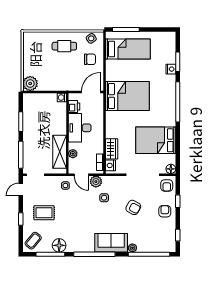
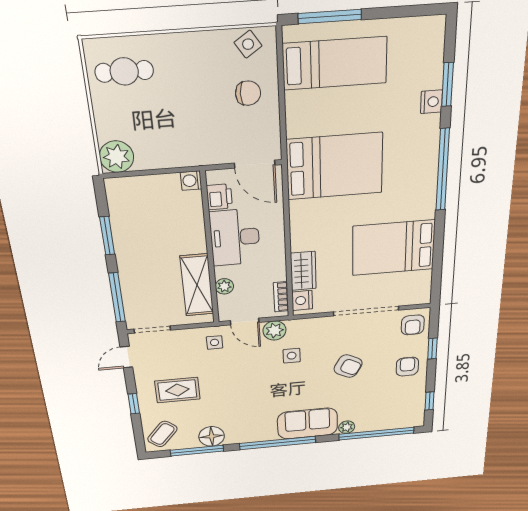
cafe table: (64, 46) -> (124, 71), moved
door: (91, 92) -> (255, 164), swing flipped
floor lamp: (171, 169) -> (422, 296), removed

